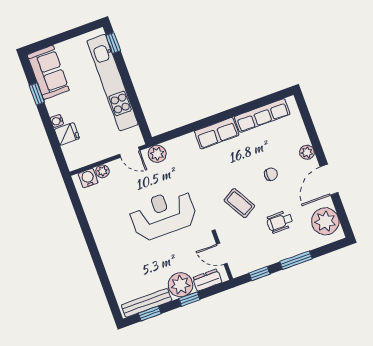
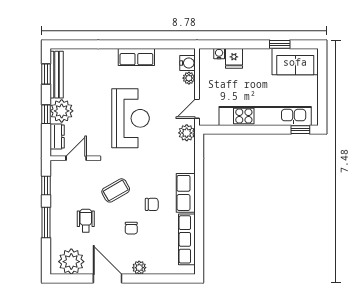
water cooler: (57, 121) -> (219, 54), moved
chair: (240, 163) -> (152, 204), added
row of seats: (101, 230) -> (136, 57), added

